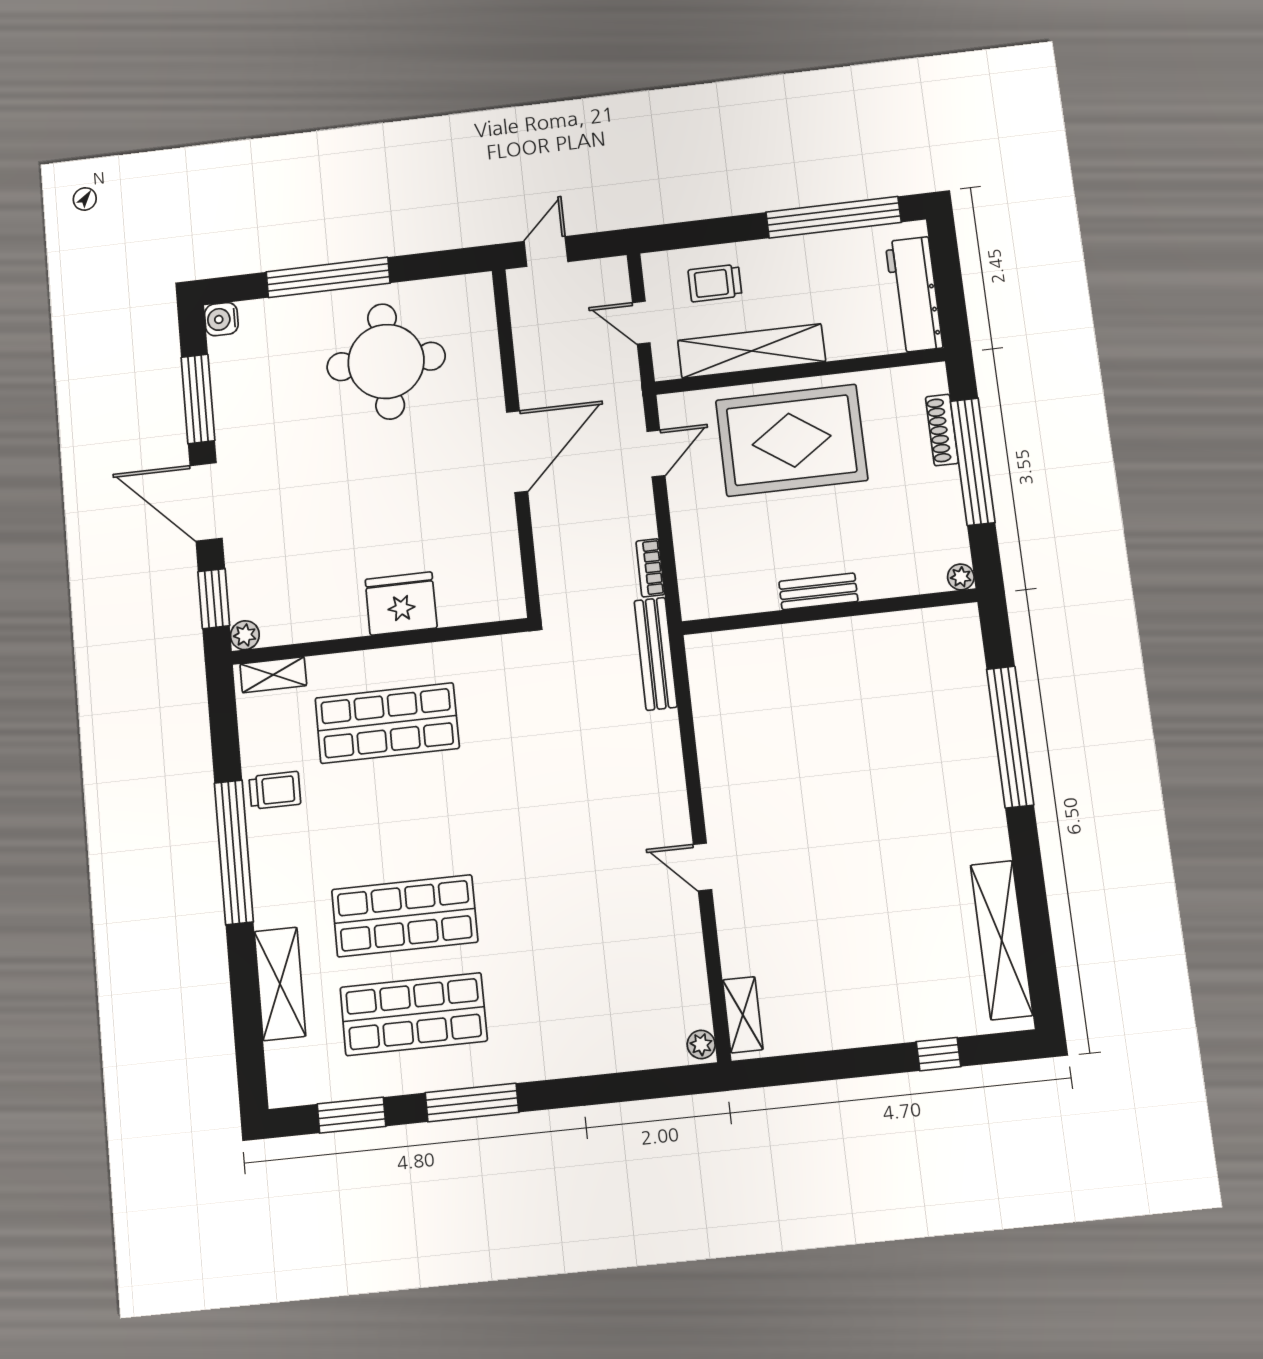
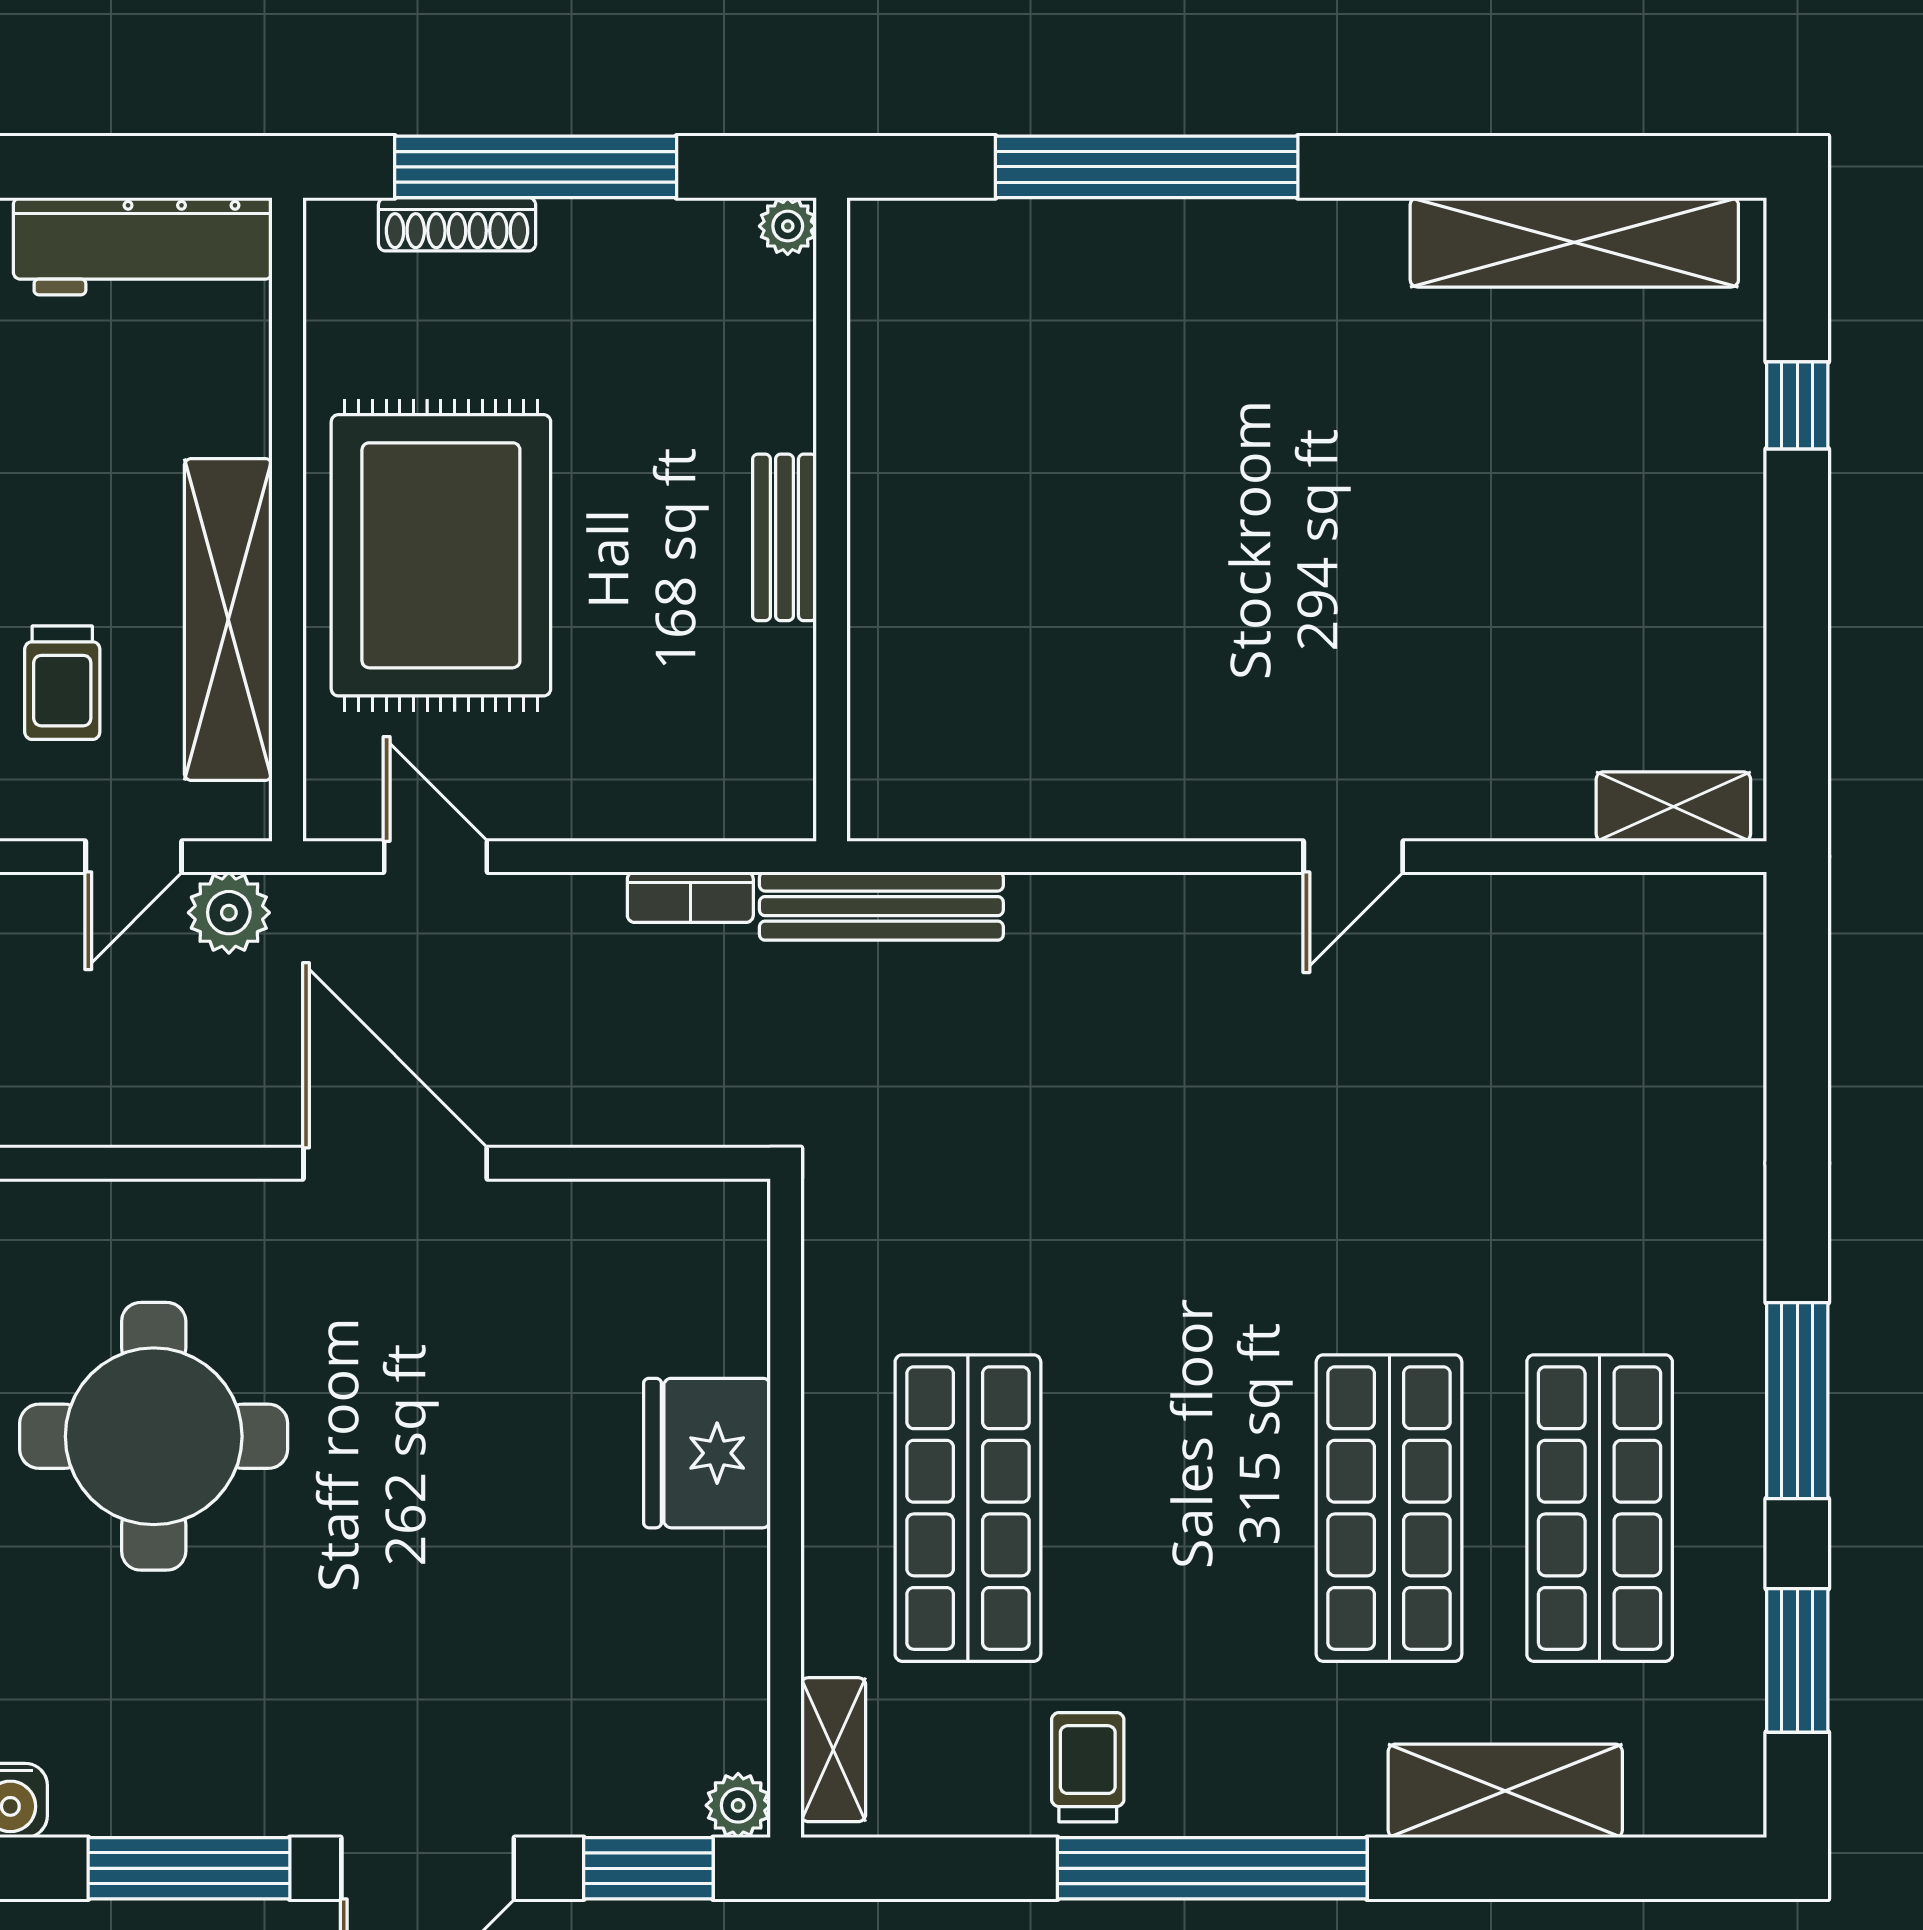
plant: (701, 1044) -> (229, 913), moved, width x1.38, depth x1.38

